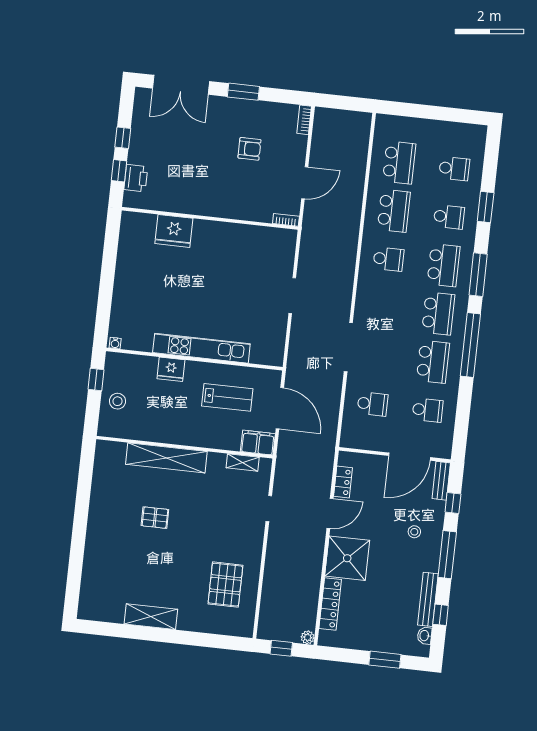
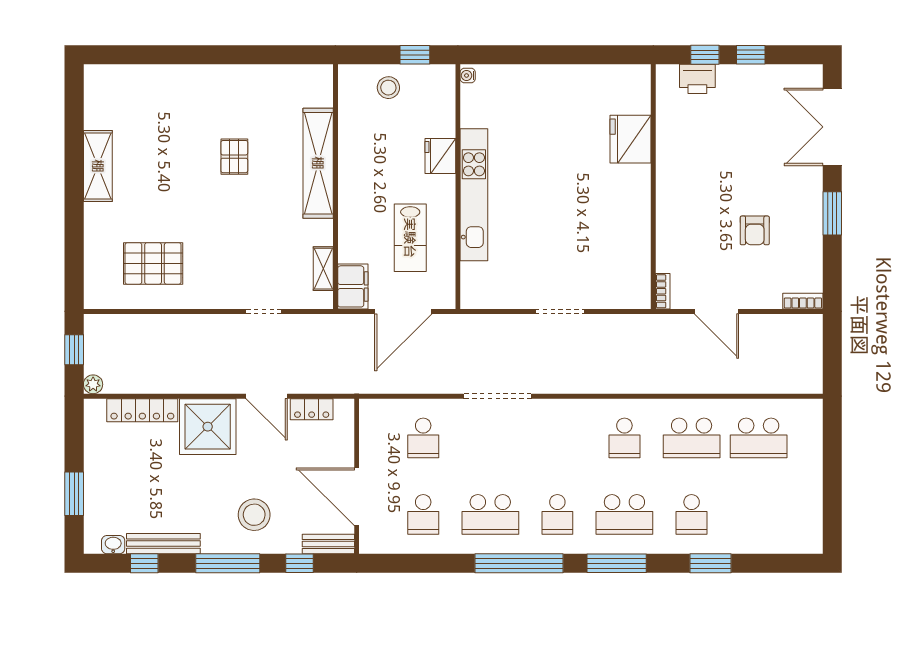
school desk: (454, 169) -> (759, 514), removed
school desk: (438, 313) -> (557, 514), width x0.54
stool: (414, 532) -> (254, 515), width x1.89, depth x1.89

